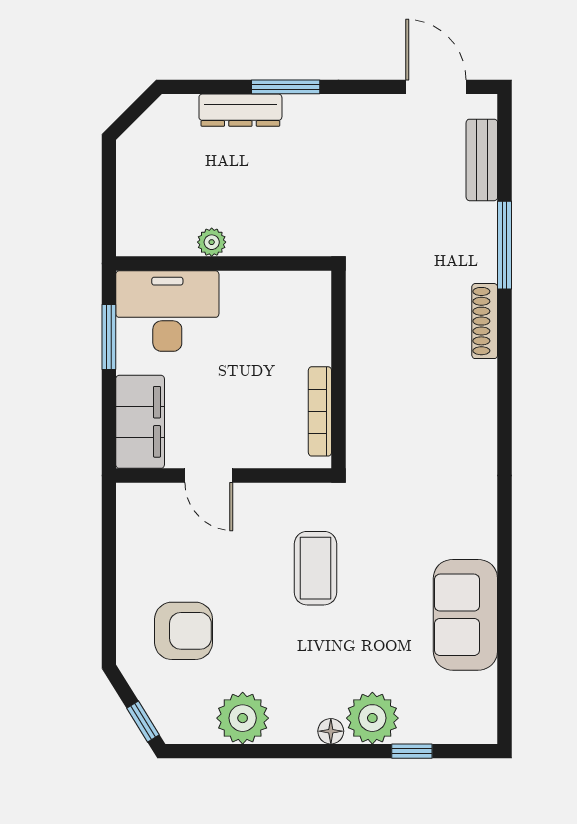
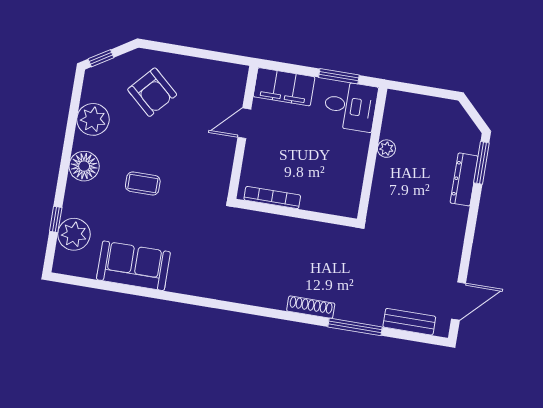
window: (286, 87) -> (481, 163), moved
desk: (167, 311) -> (350, 106), width x0.73
coffee table: (315, 568) -> (143, 183), moved, width x0.73, depth x0.77
armchair: (184, 631) -> (152, 92), turned -48
plant: (372, 718) -> (74, 234), moved
floor lamp: (331, 731) -> (84, 166), width x1.89, depth x1.89

